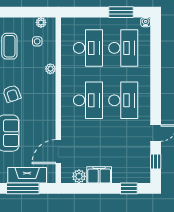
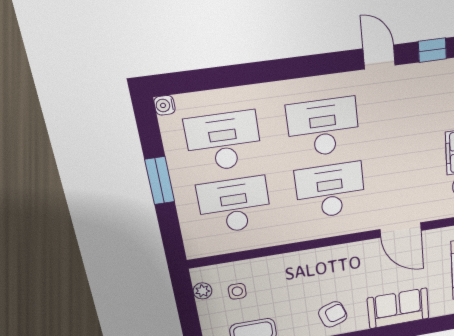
window: (121, 12) -> (160, 181), moved
plant: (50, 69) -> (282, 262), removed
door: (58, 152) -> (401, 230), moved

